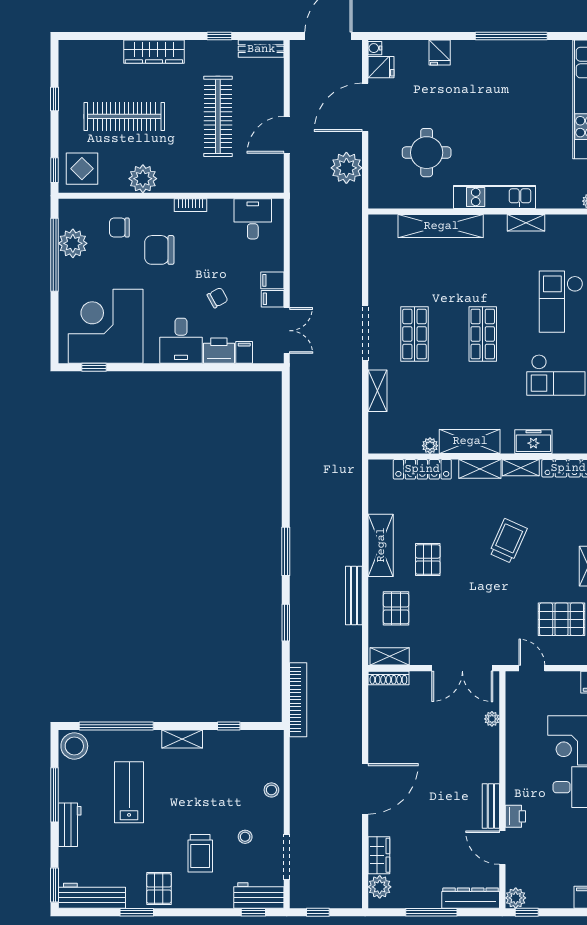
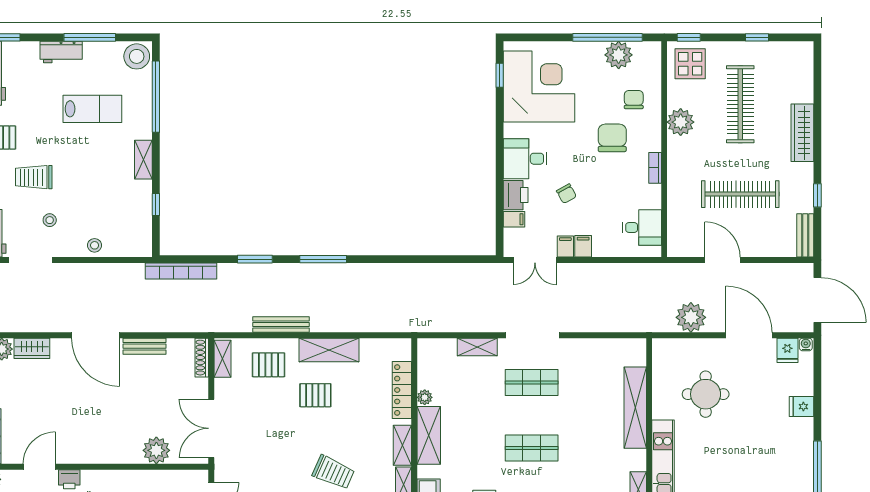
plant: (492, 719) -> (156, 450), width x1.88, depth x1.88
bench: (491, 806) -> (144, 346), moved

